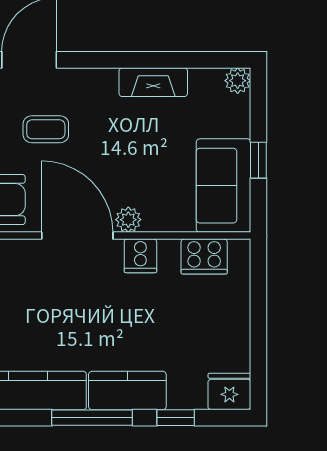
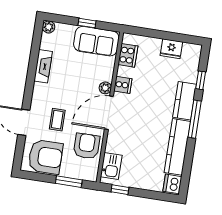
fridge: (229, 391) -> (171, 49), moved, turned -90

